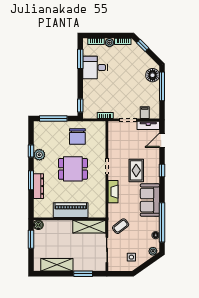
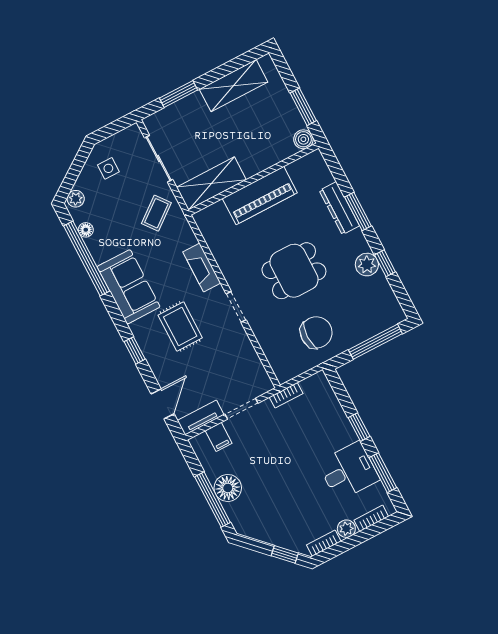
floor lamp: (153, 75) -> (228, 488), moved
window: (80, 106) -> (359, 427), moved
chair: (77, 136) -> (316, 332), turned 90

